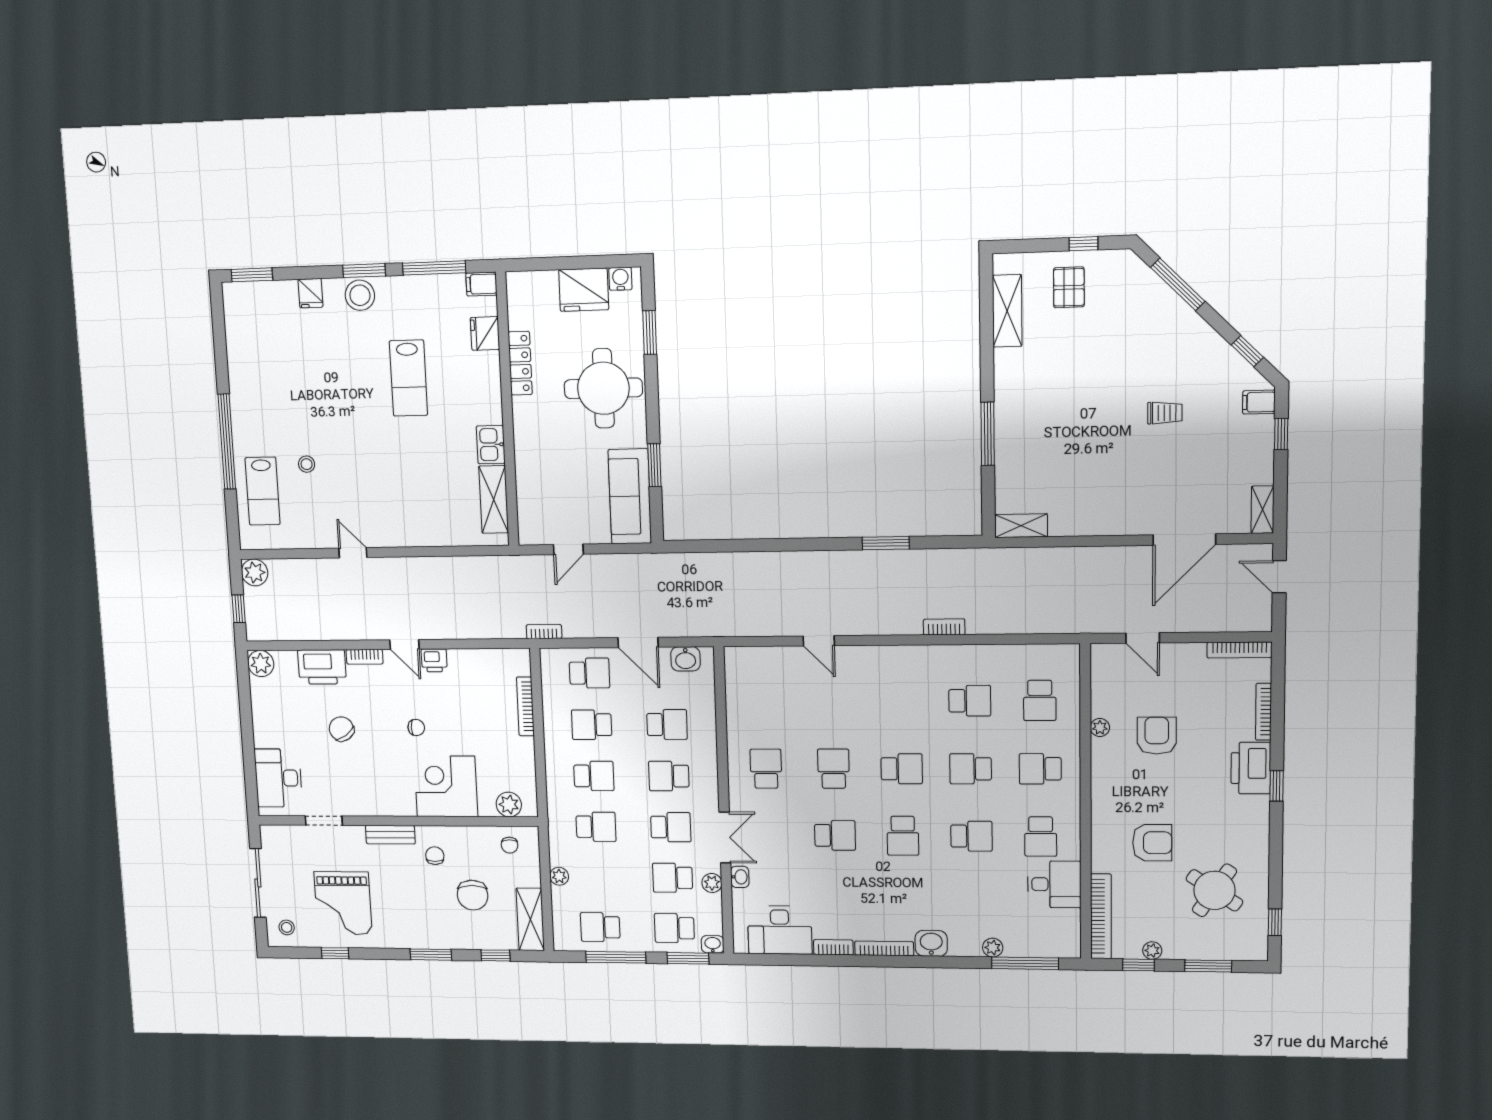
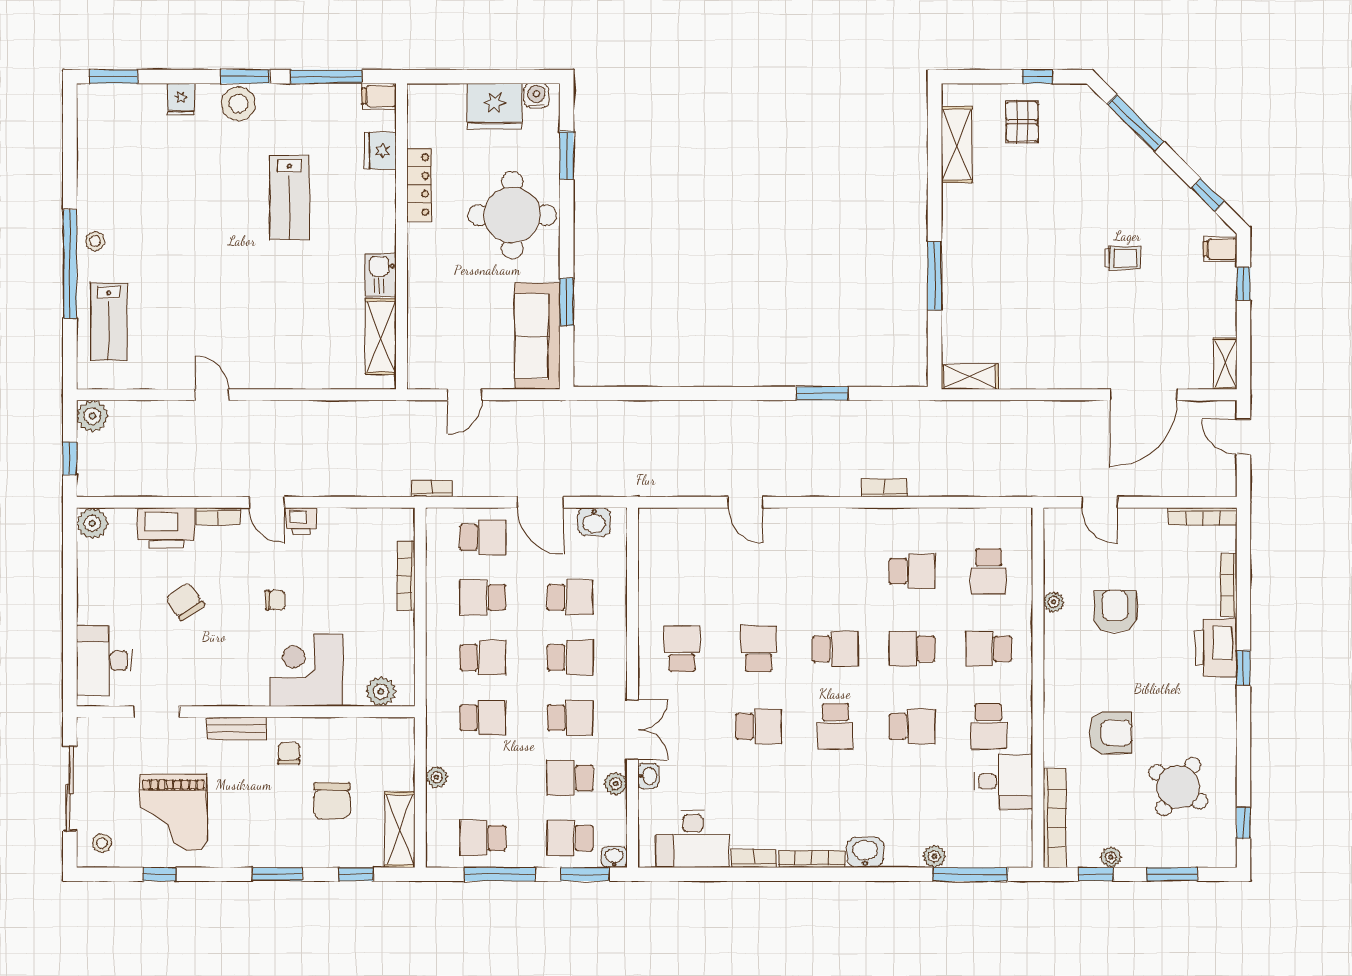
stool: (307, 464) -> (95, 241), moved
school desk: (669, 776) -> (570, 658), turned 180
chair: (510, 845) -> (379, 740), removed

